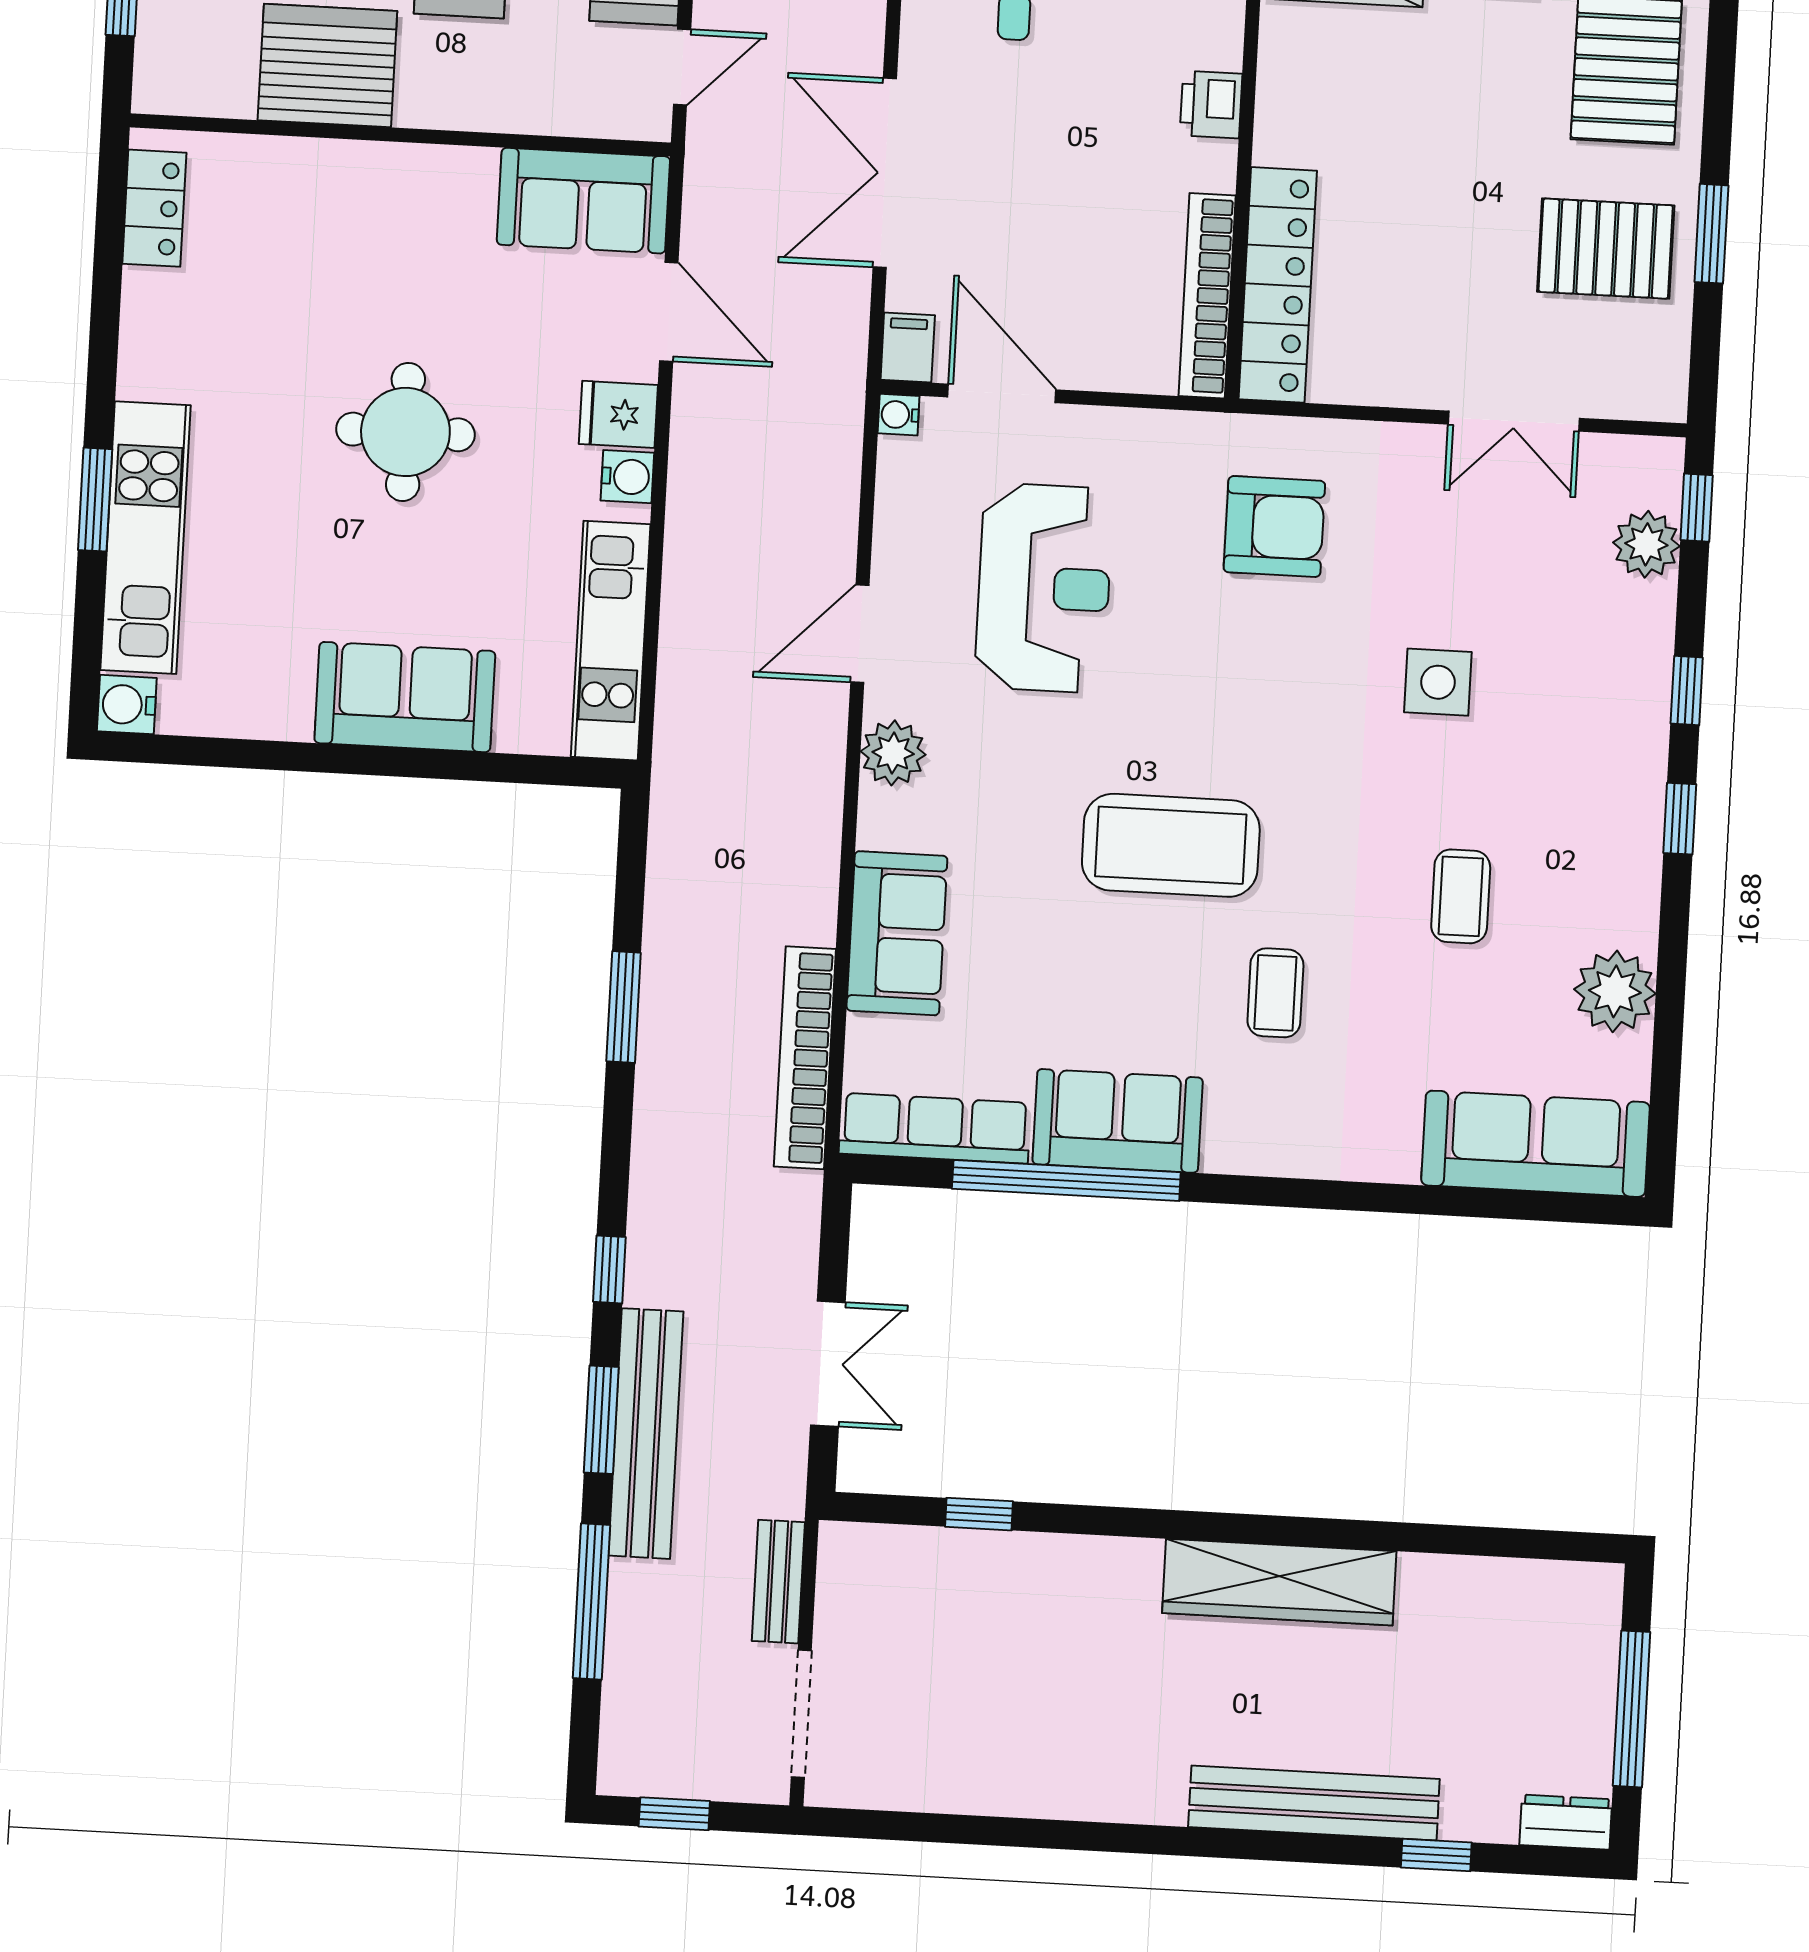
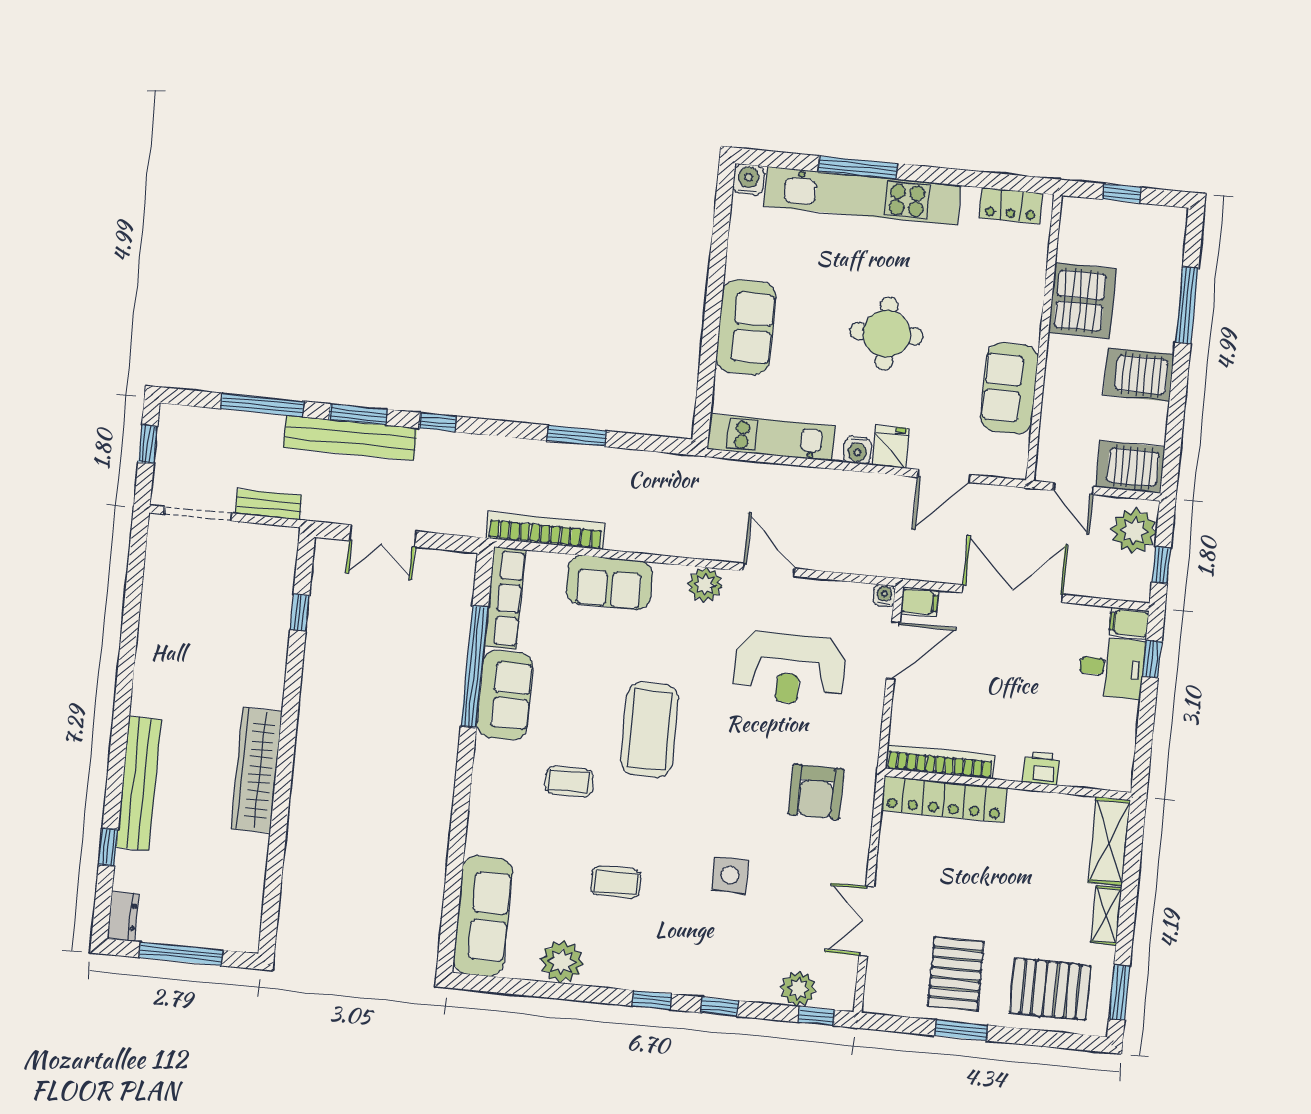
sofa: (583, 201) -> (1009, 388), moved
window: (95, 500) -> (858, 168), width x1.44
kitchen unit: (145, 538) -> (862, 196), width x1.36

